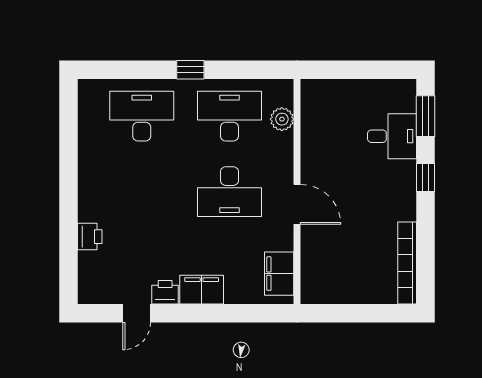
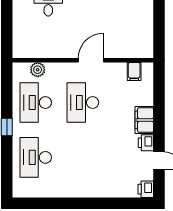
desk: (229, 192) -> (83, 103), turned 180
printer: (90, 237) -> (146, 189), moved, turned -90
filing cabinet: (279, 274) -> (134, 71), width x0.50

